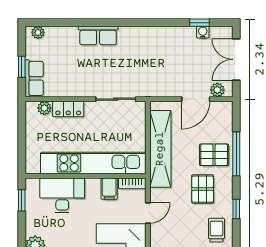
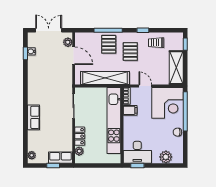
double door: (236, 59) -> (49, 30), swing flipped
pallet: (203, 189) -> (130, 52), turned 90
desk: (62, 195) -> (137, 152), moved, turned -90

